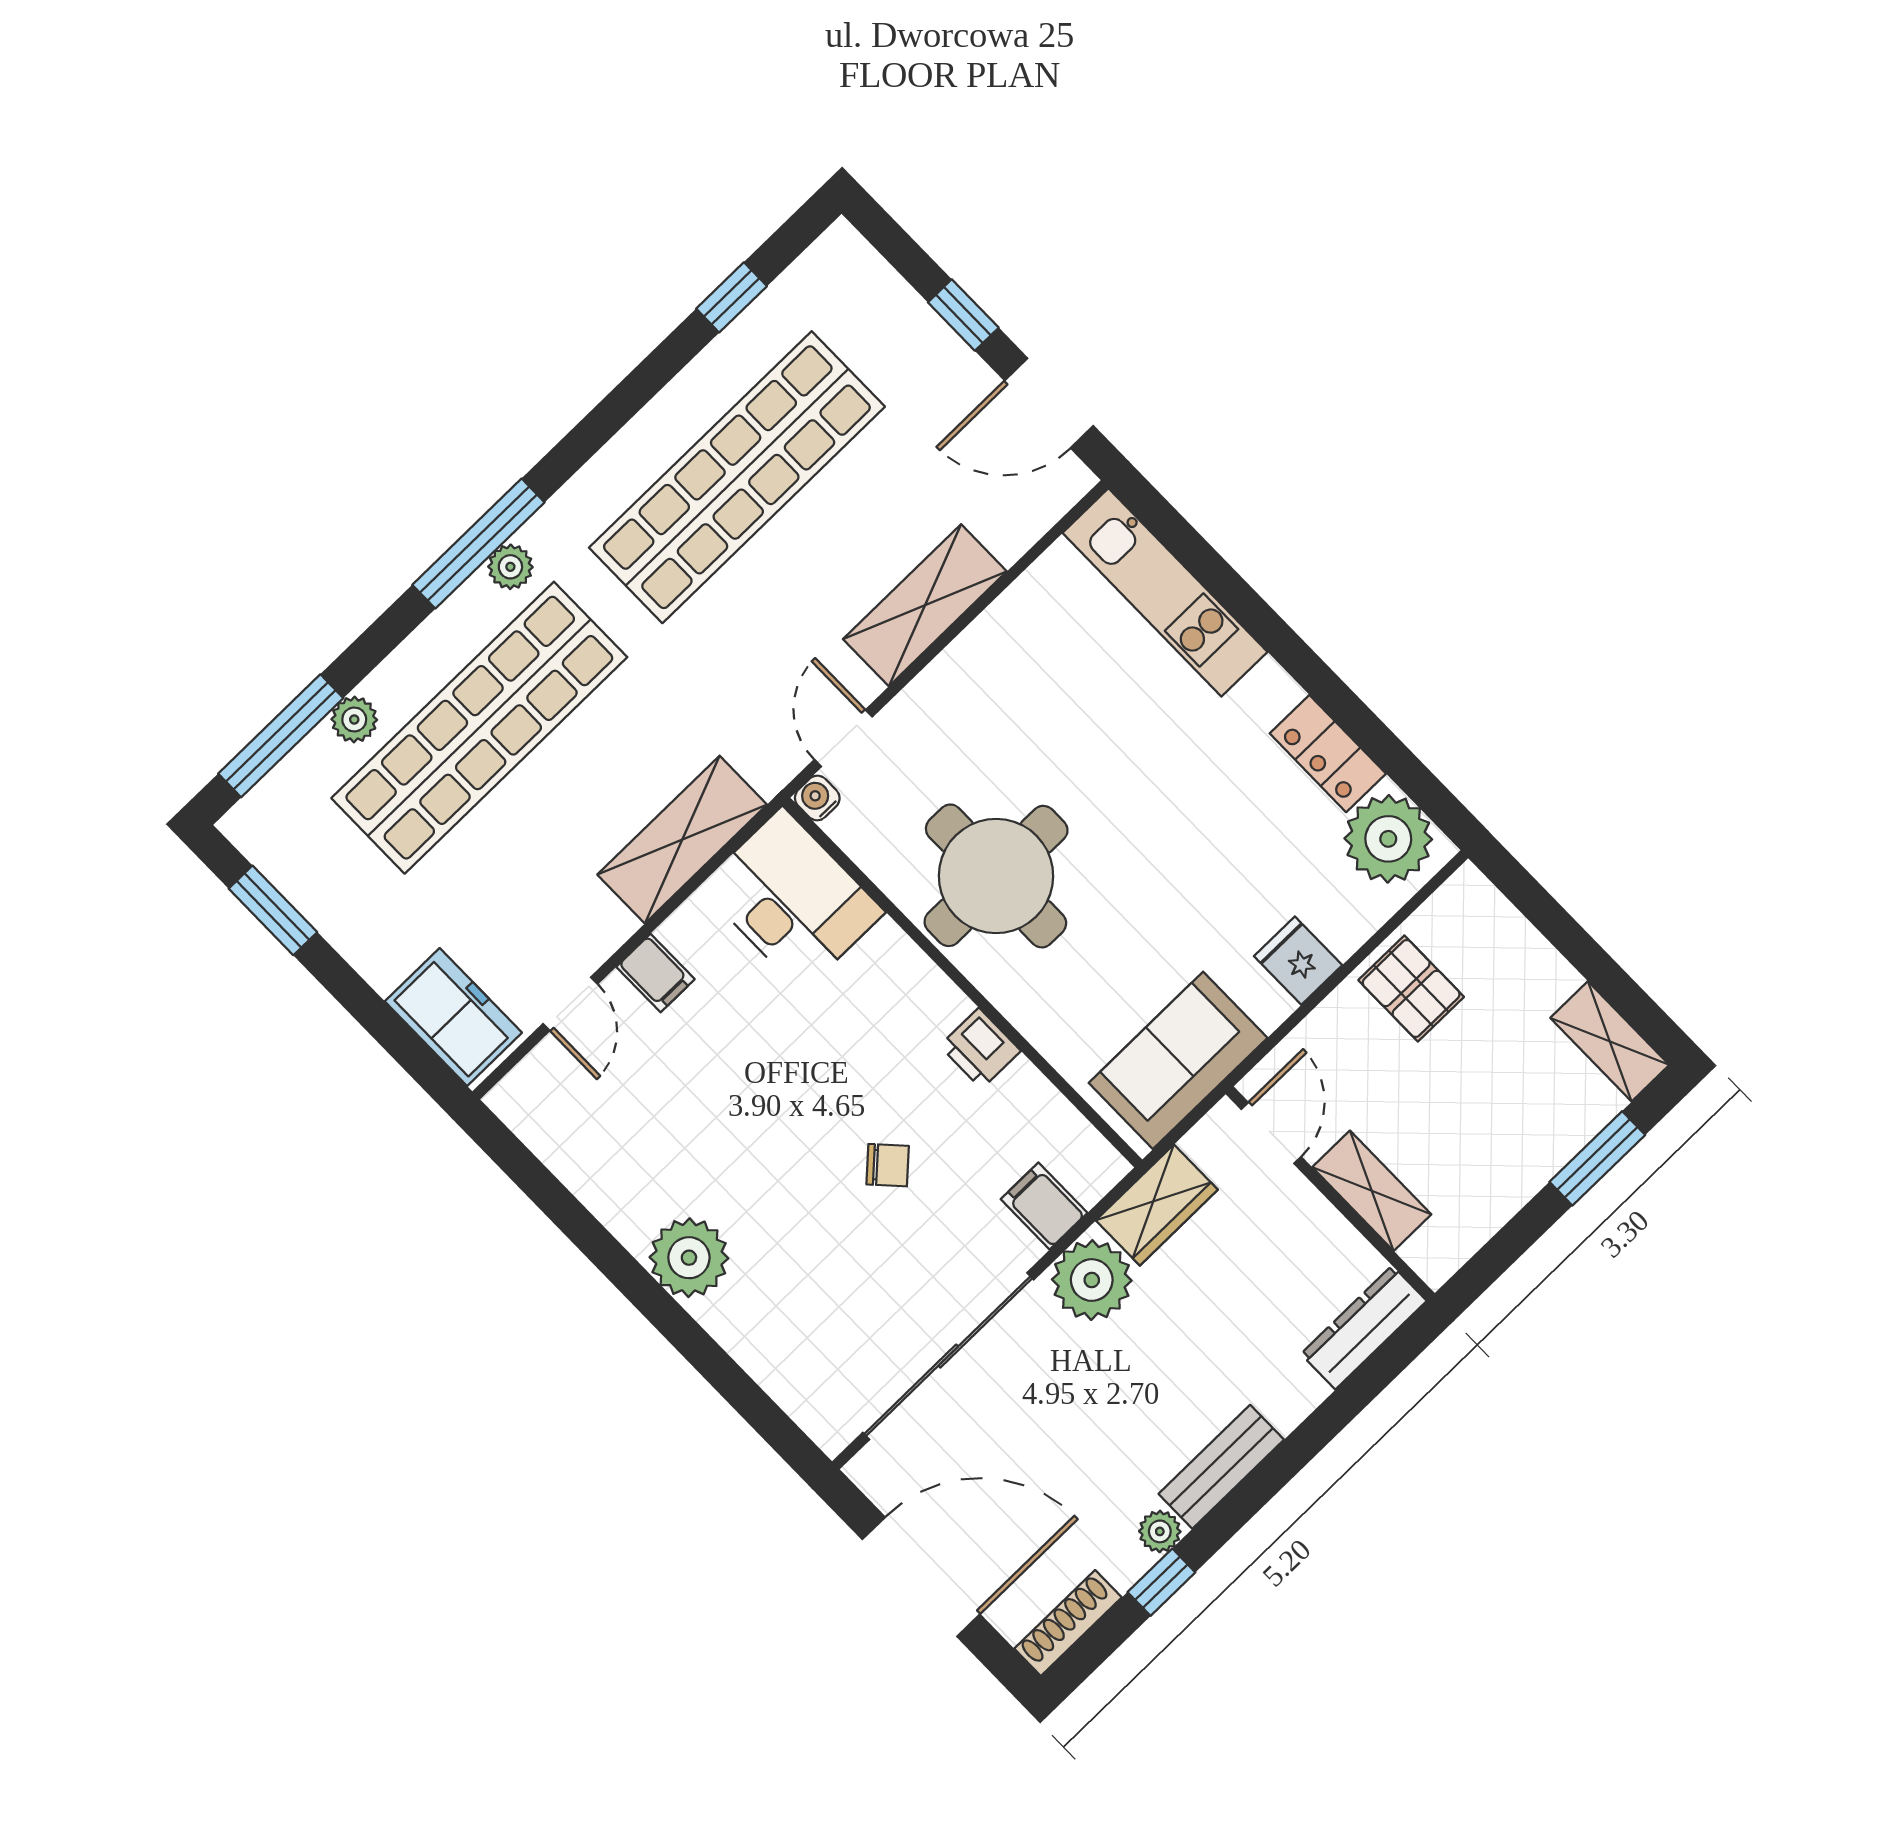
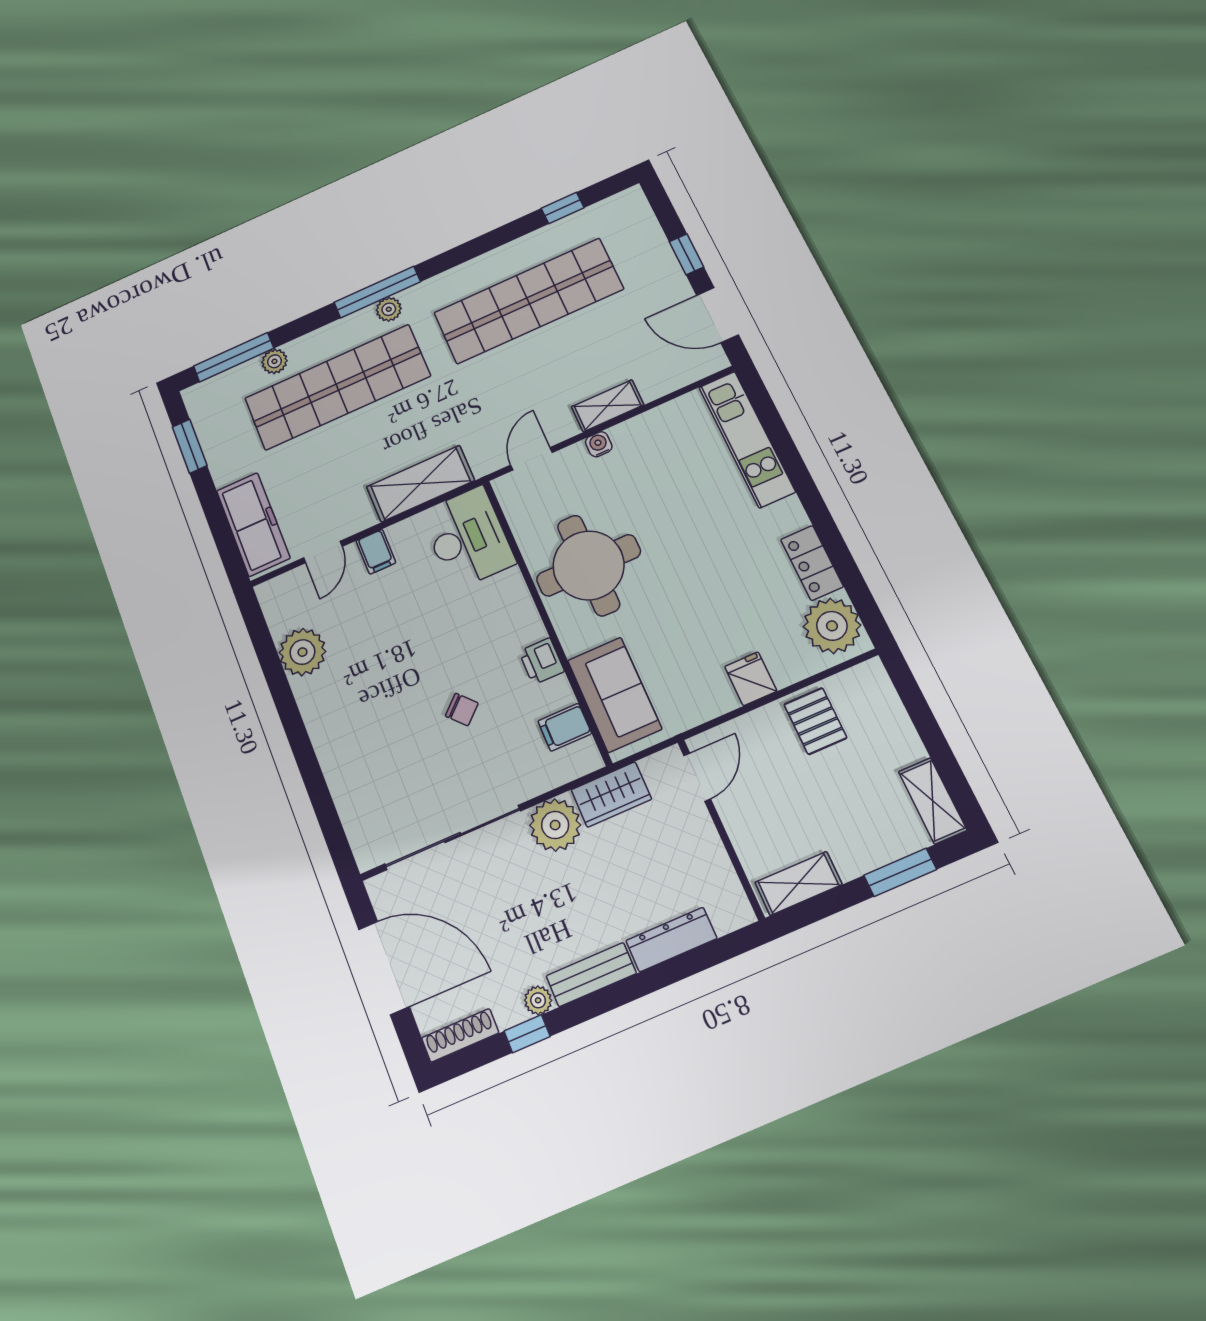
shelving: (925, 605) -> (608, 406), width x0.67, depth x0.75
water cooler: (817, 798) -> (599, 444), moved
freezer: (453, 1017) -> (253, 524), width x1.40
sofa: (1178, 1060) -> (614, 695), moved, turned 90
shelving: (1372, 1191) -> (798, 883), moved, turned 90
filing cabinet: (1044, 1206) -> (565, 727), moved, turned -90
plant: (689, 1258) -> (302, 652), moved
dresser: (1364, 1327) -> (671, 940), moved

